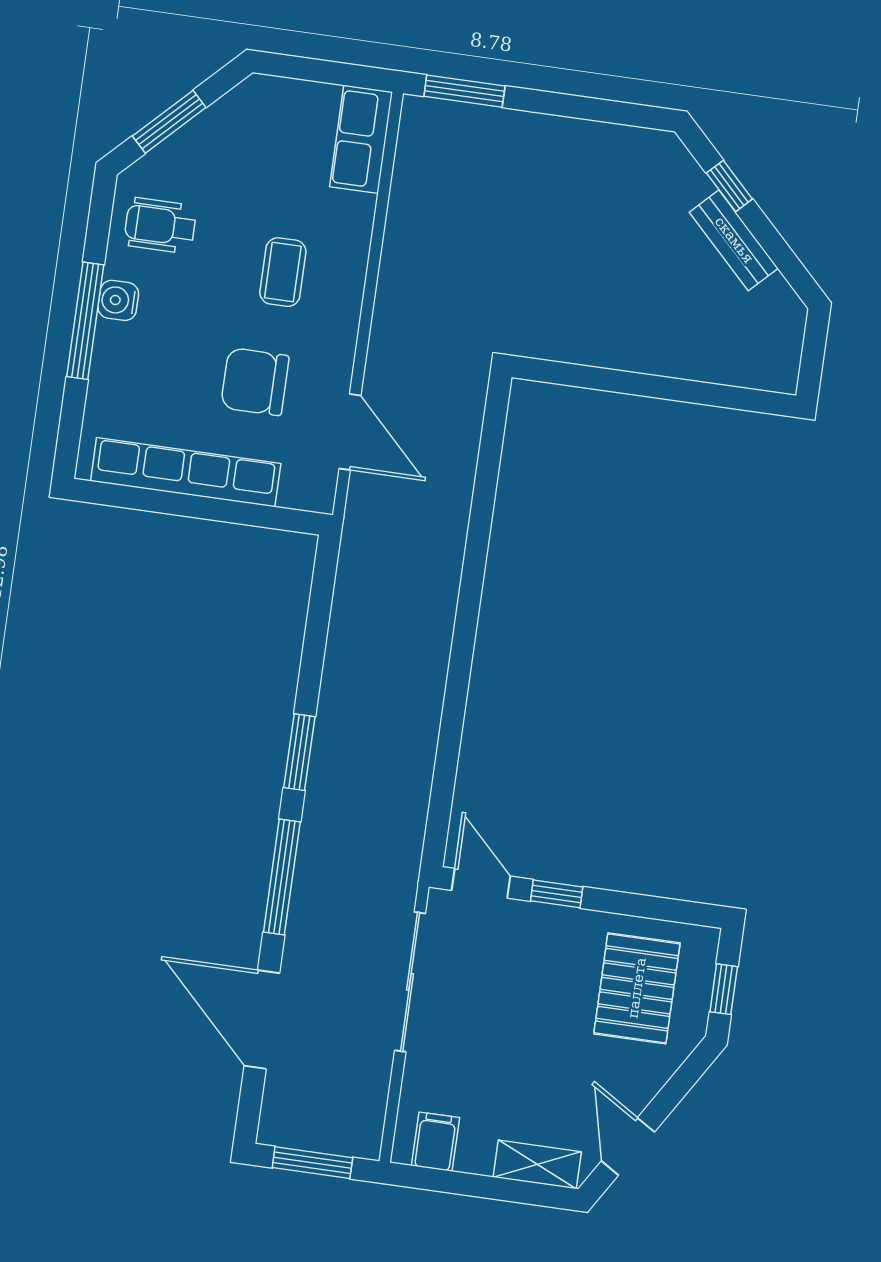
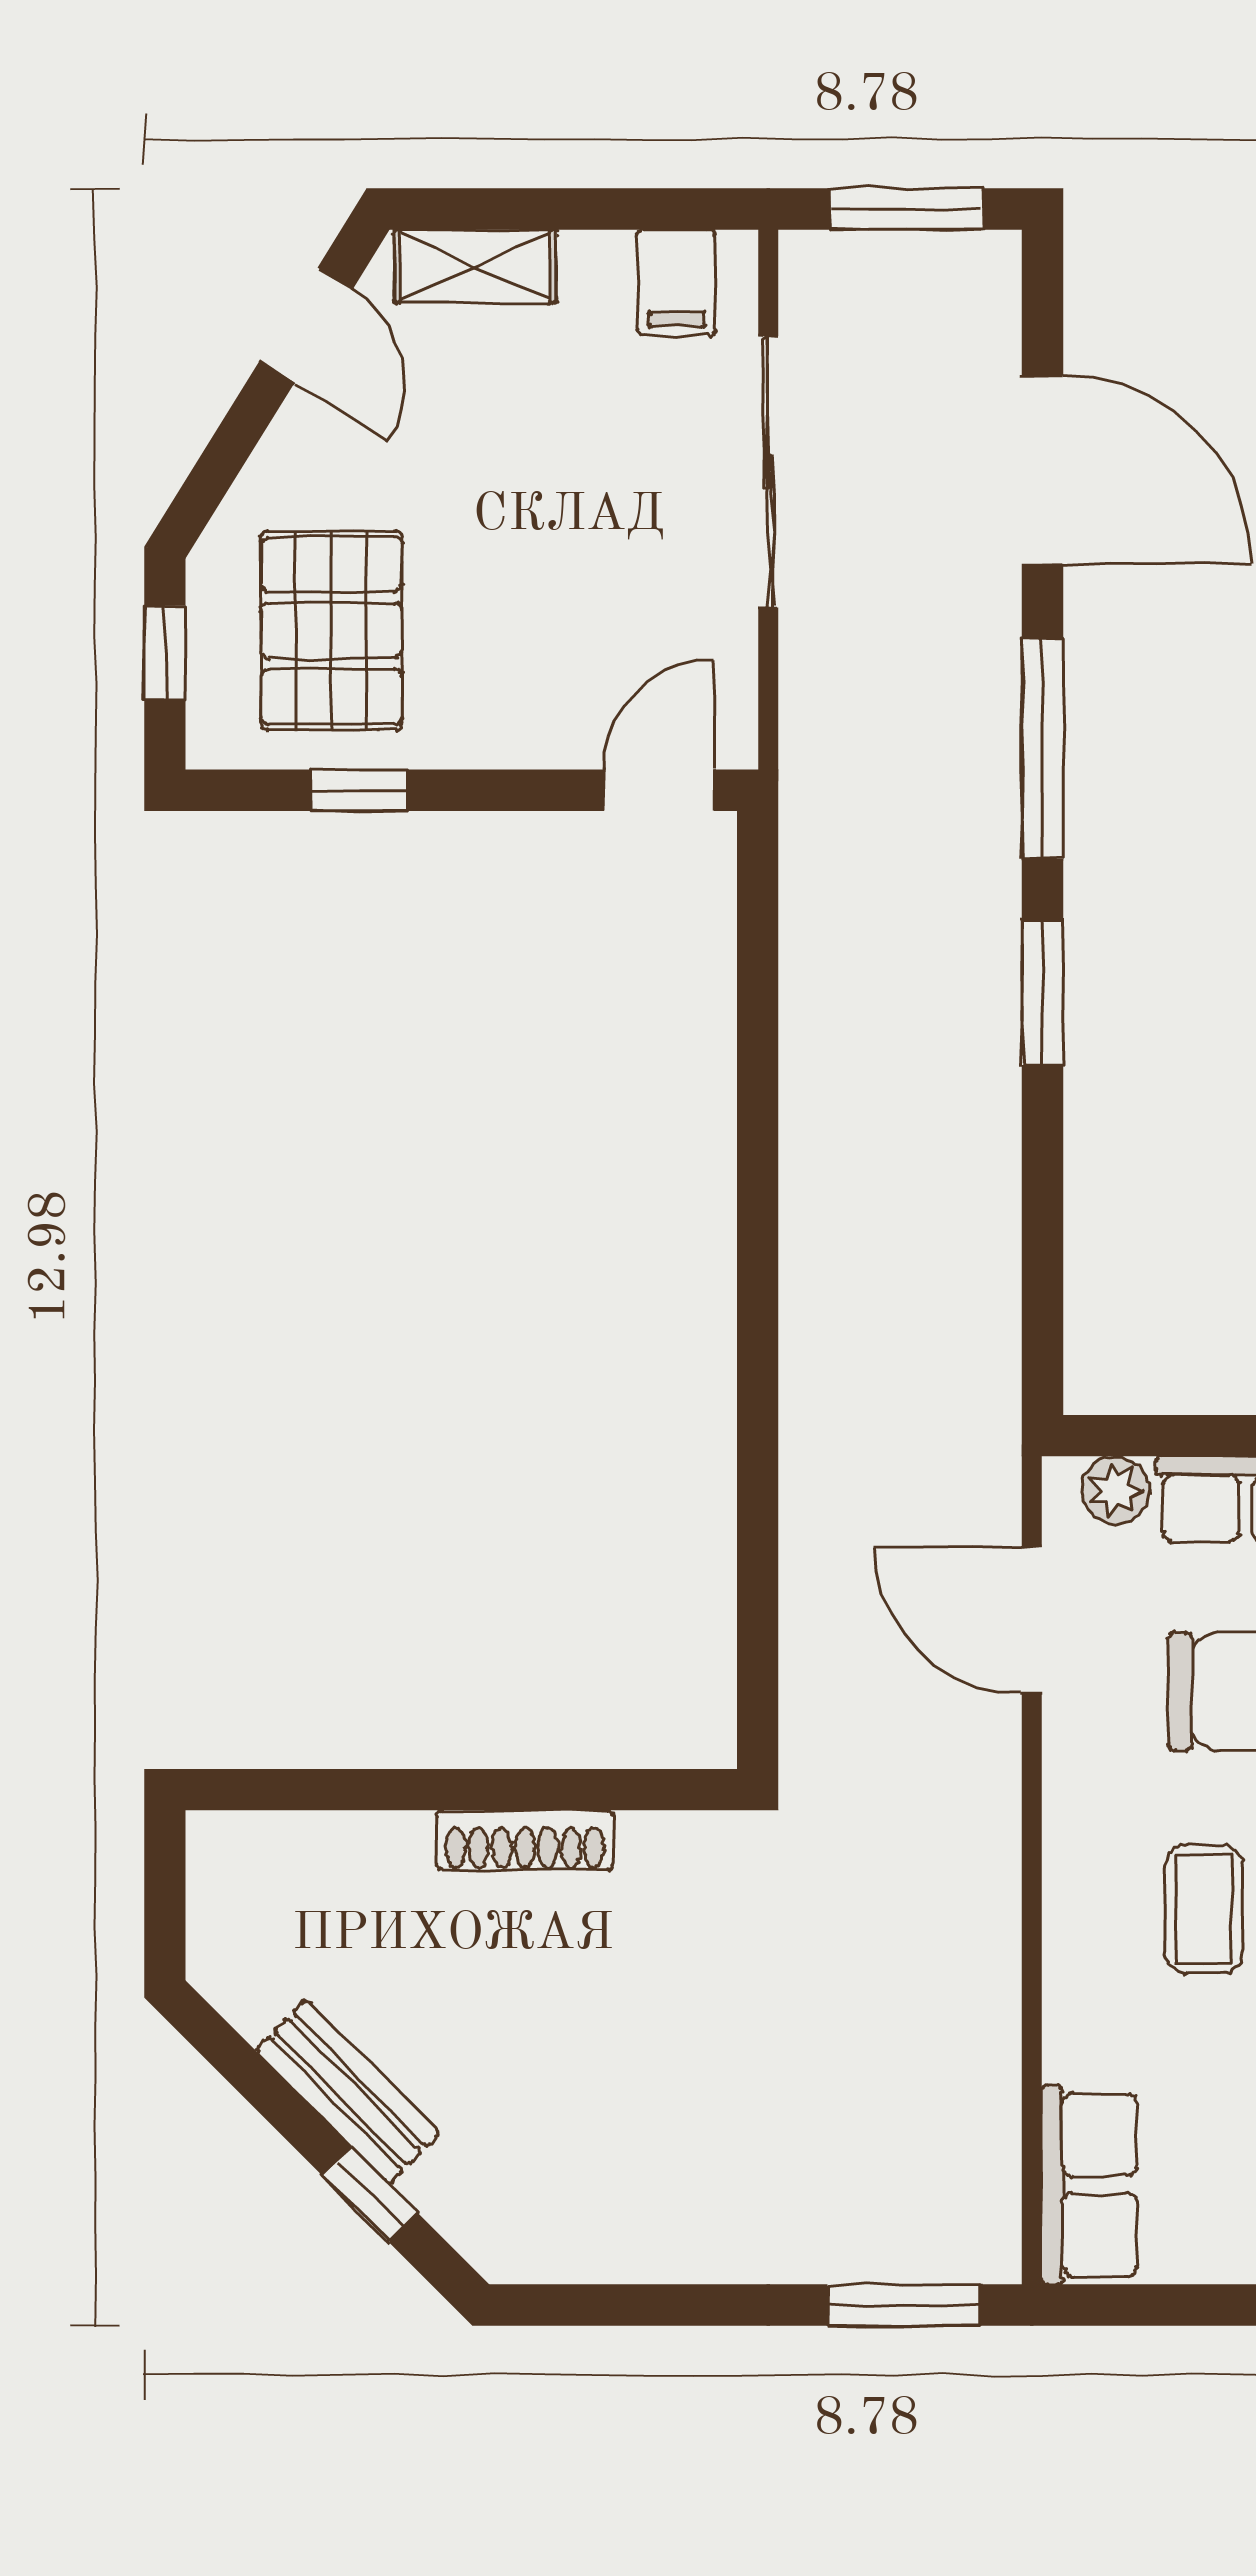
shoe rack: (625, 356) -> (525, 1840), added
plant: (298, 493) -> (1115, 1490), added
door: (481, 883) -> (659, 790), swing flipped
window: (557, 894) -> (359, 790), moved
sliding door: (410, 982) -> (768, 472), moved

